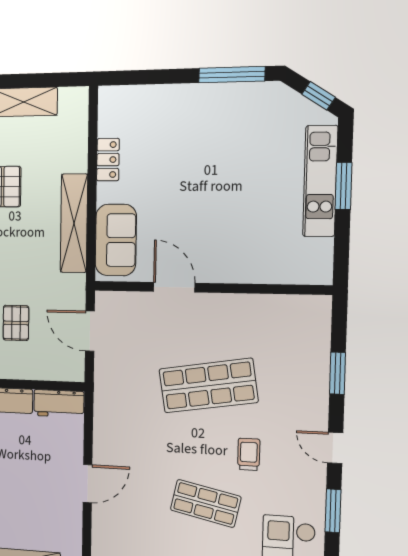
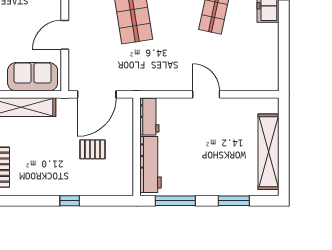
door: (90, 331) -> (97, 94), width x1.36

